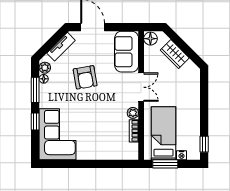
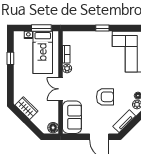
wardrobe: (175, 54) -> (27, 108), moved
armchair: (85, 77) -> (105, 97), turned 100
window: (204, 144) -> (10, 58), moved
window: (88, 164) -> (102, 28), added

